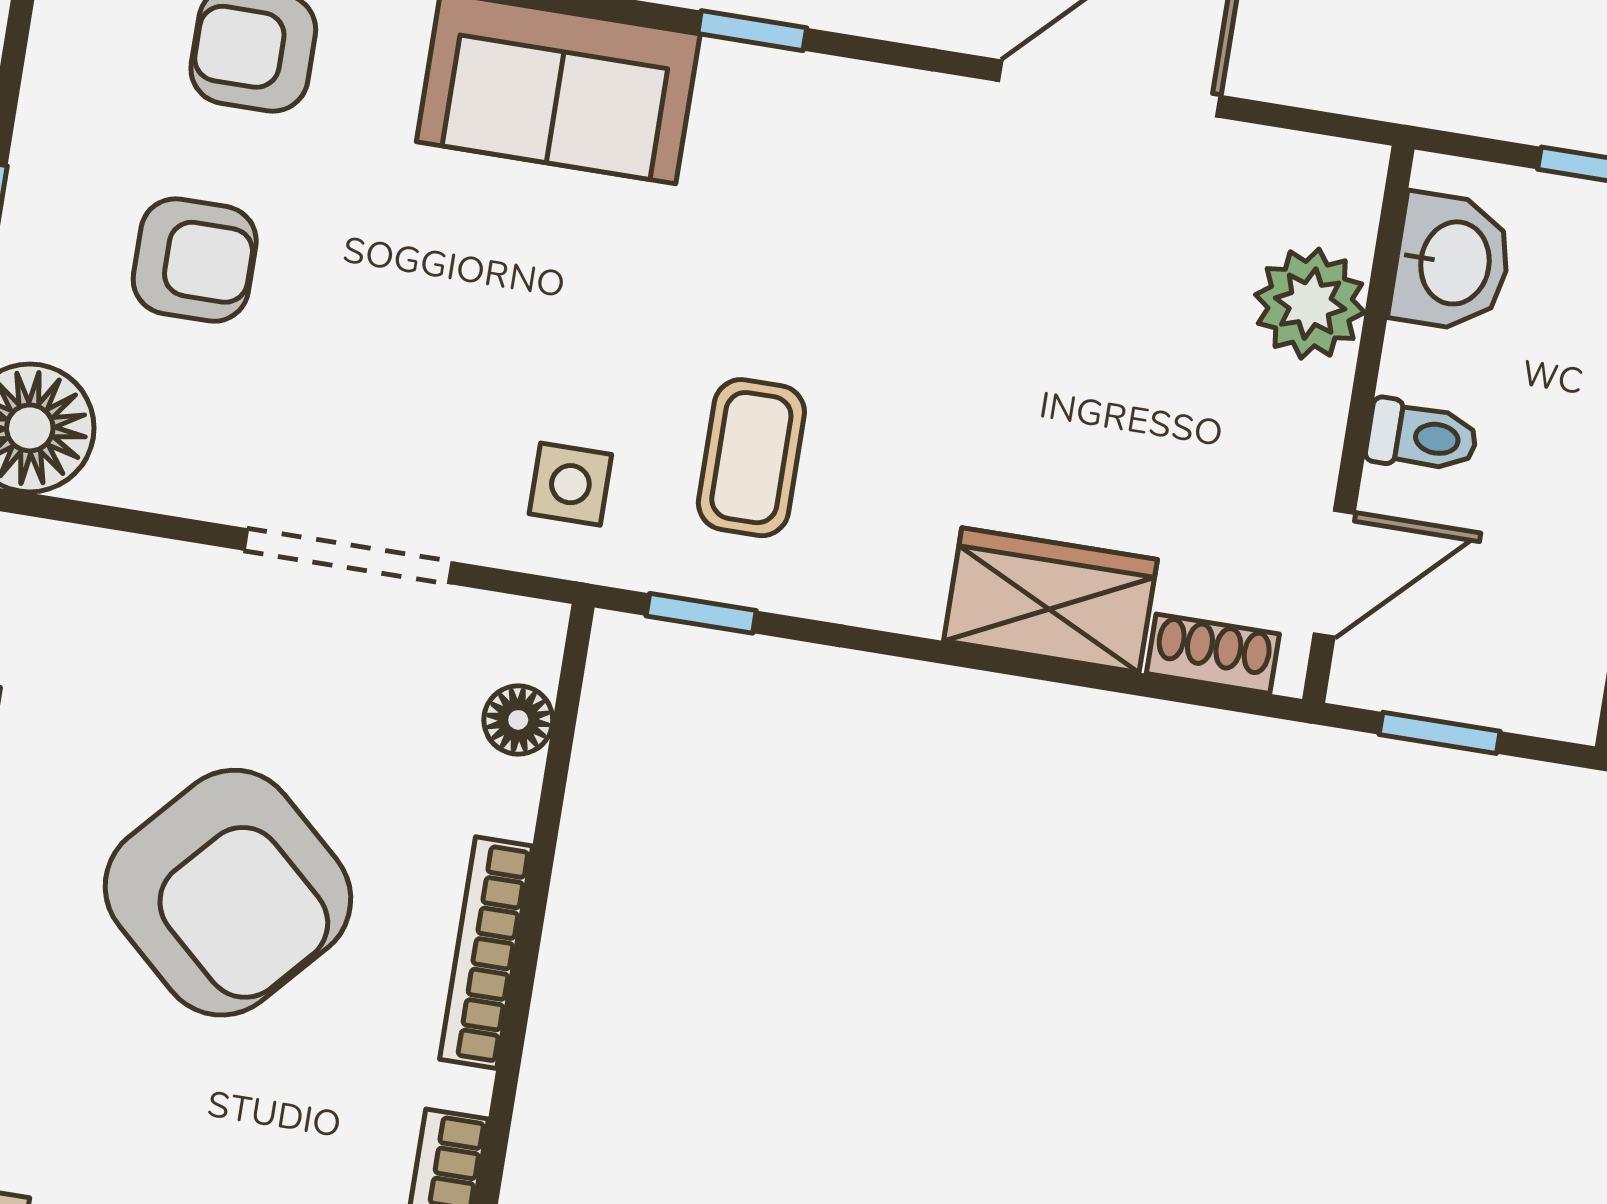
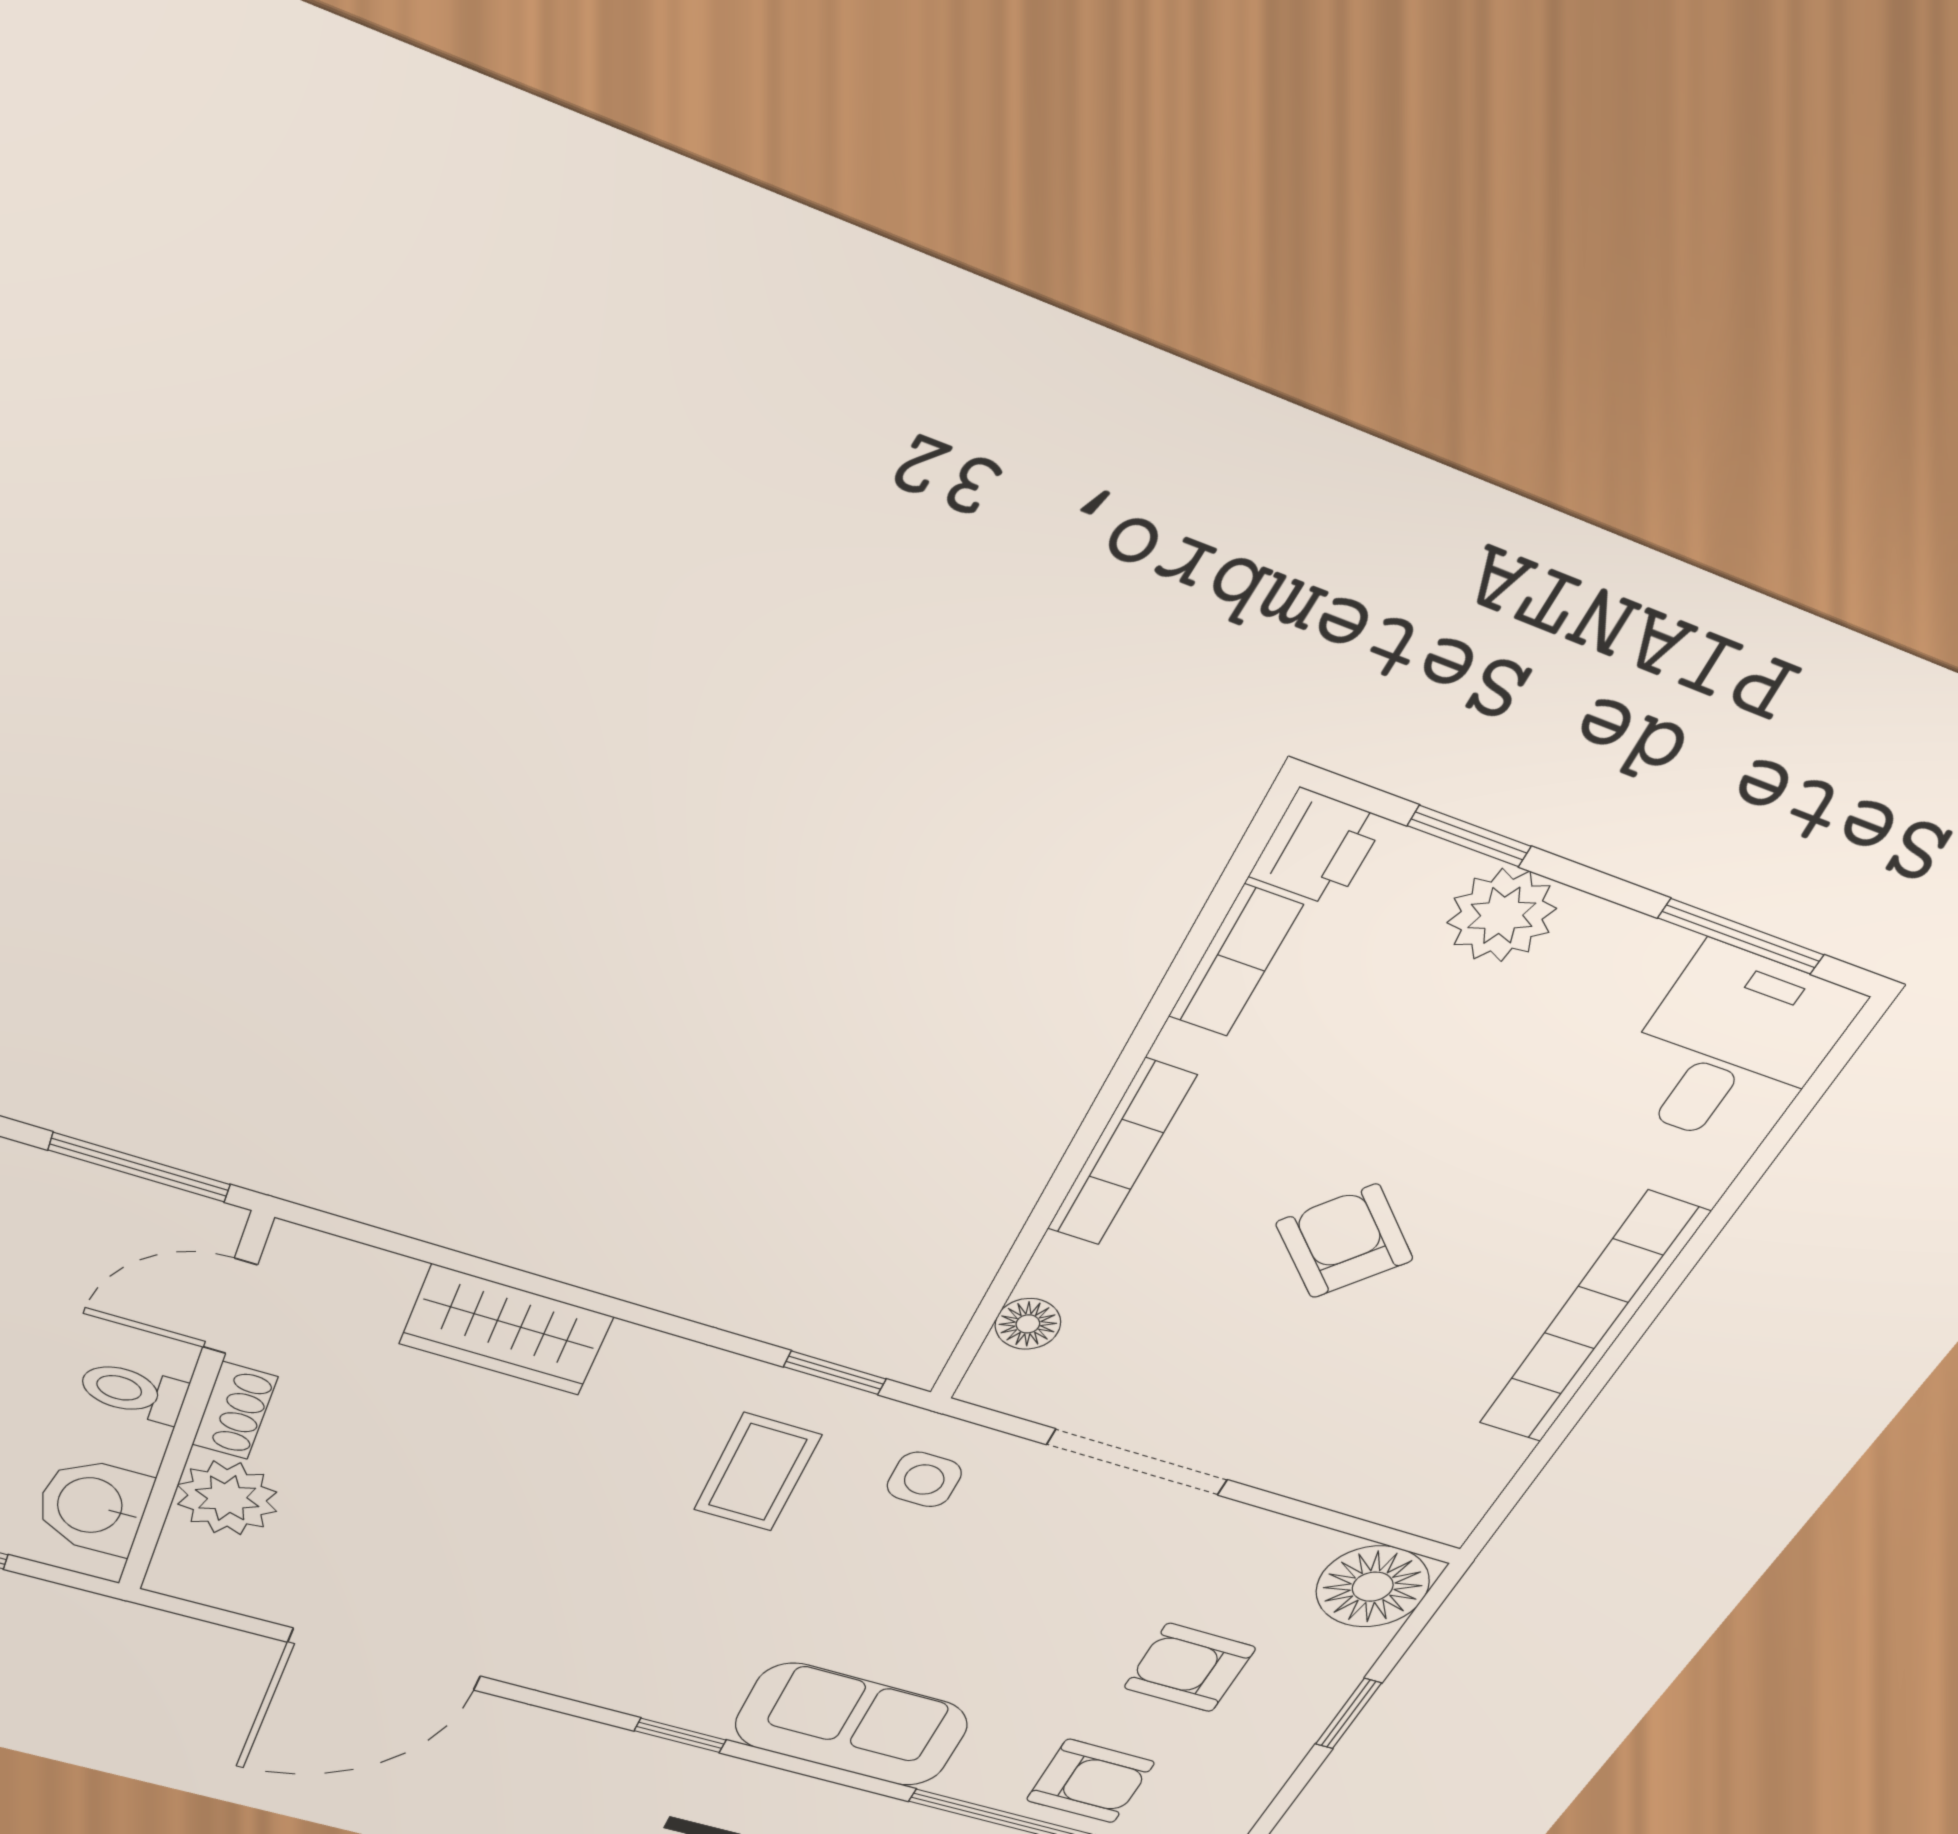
shoe rack: (1213, 654) -> (235, 1411), moved, turned -90
window: (1440, 733) -> (139, 1167), width x1.50
armchair: (228, 893) -> (1345, 1241), width x0.53, depth x0.53

